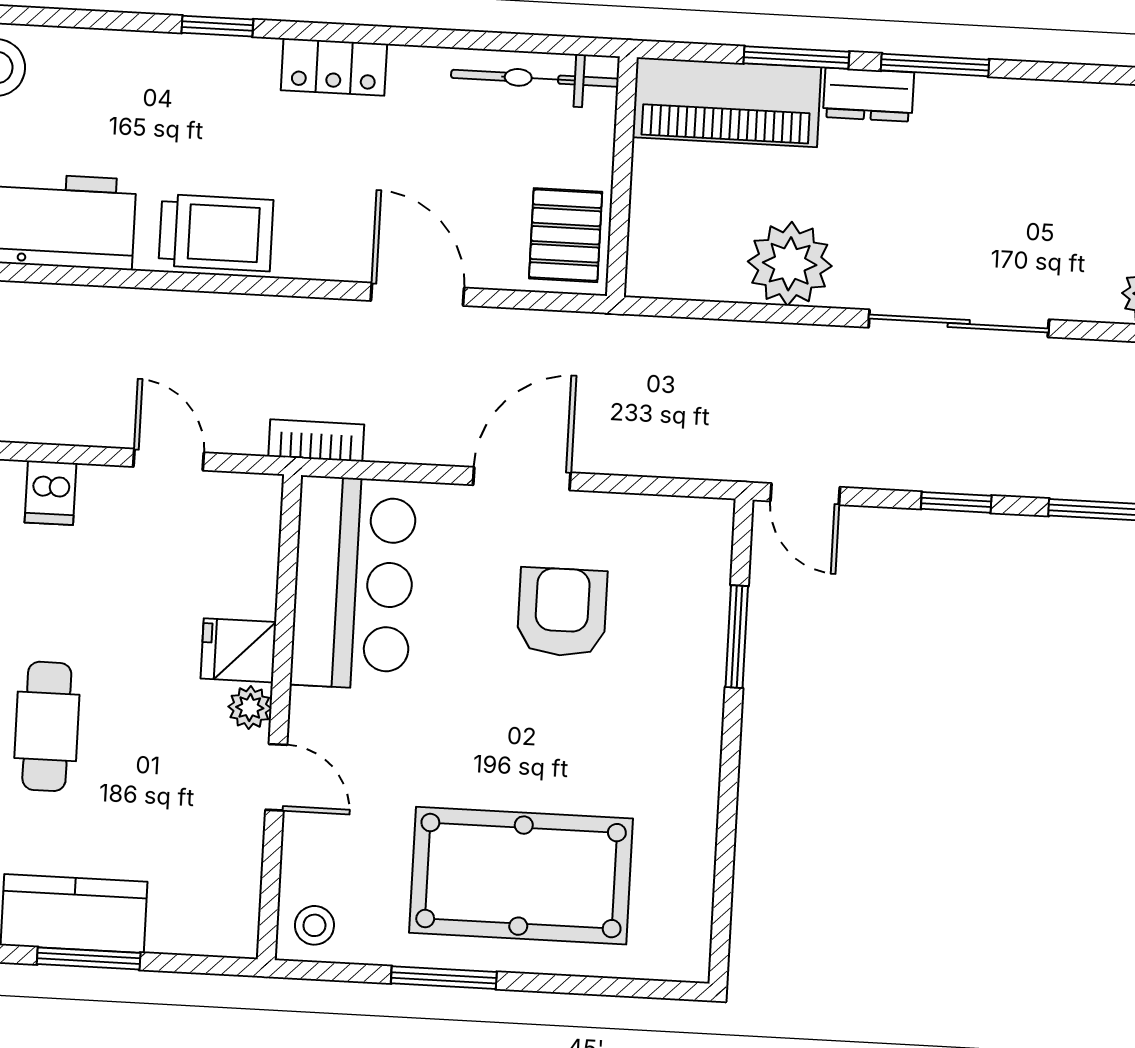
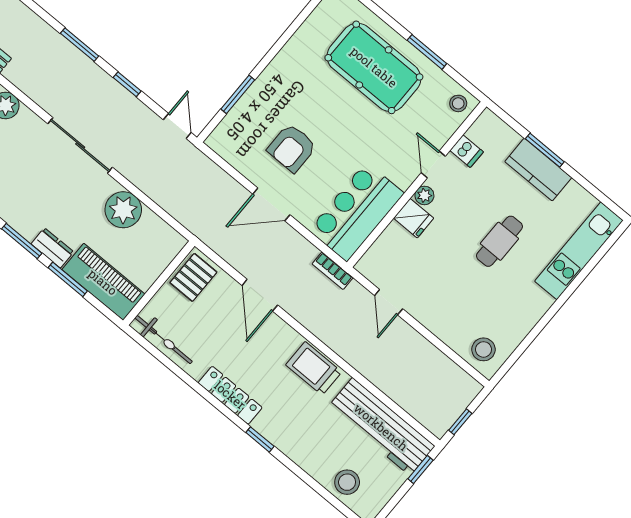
locker: (334, 67) -> (230, 395), width x1.53
dishwasher: (51, 493) -> (467, 151), moved, turned 90

